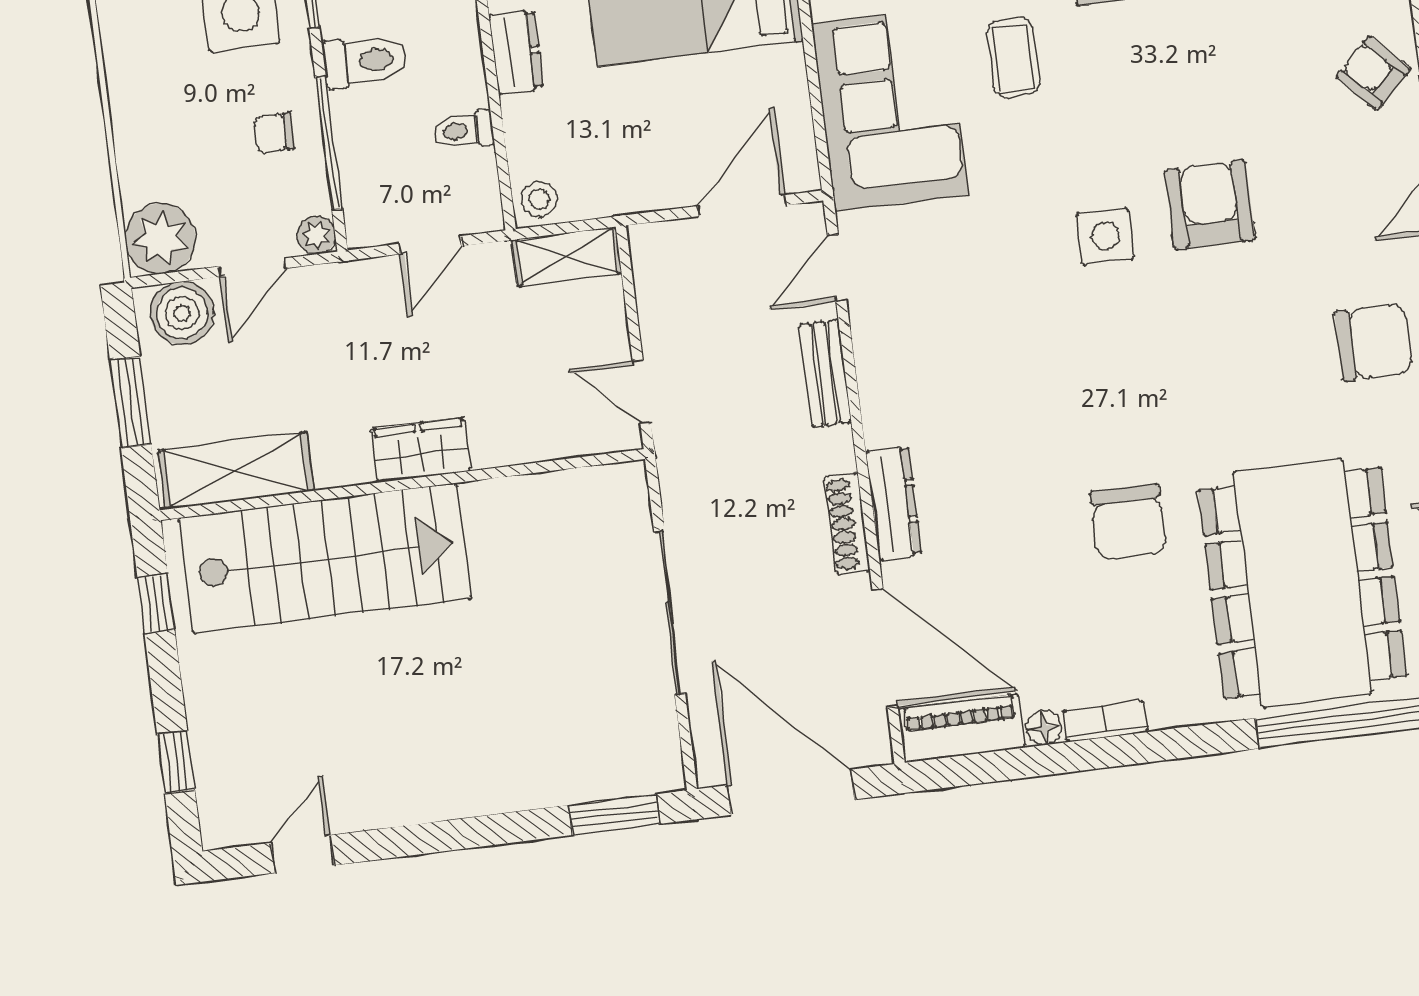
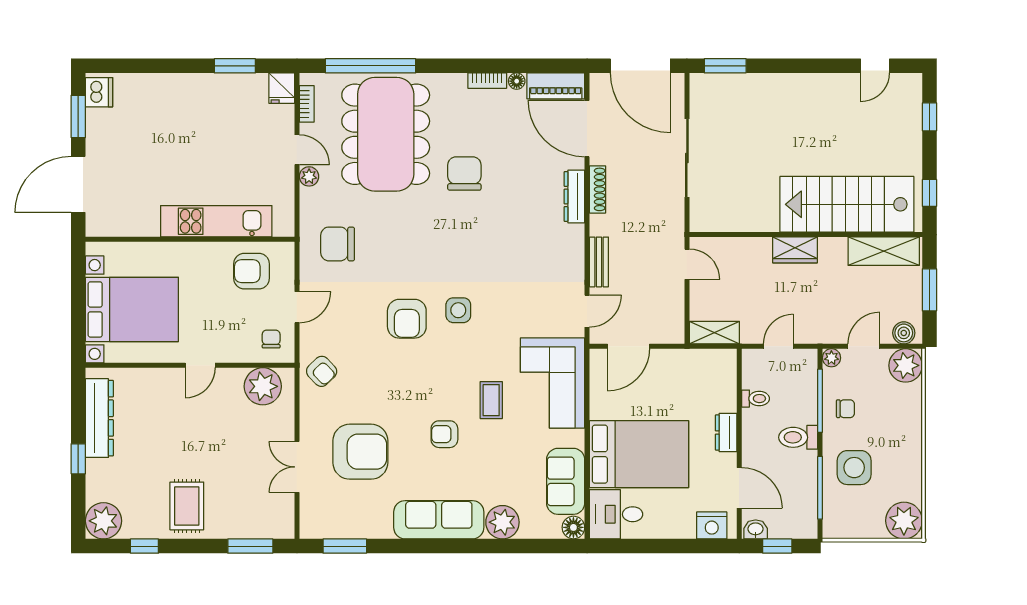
stool: (539, 199) -> (724, 362), removed
boiler: (182, 313) -> (904, 333), width x0.73, depth x0.73

